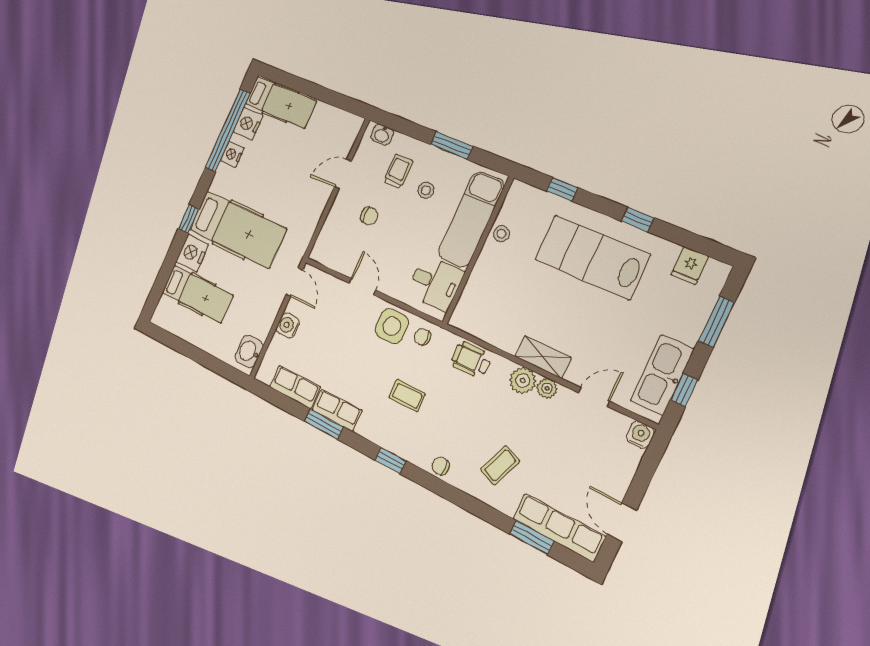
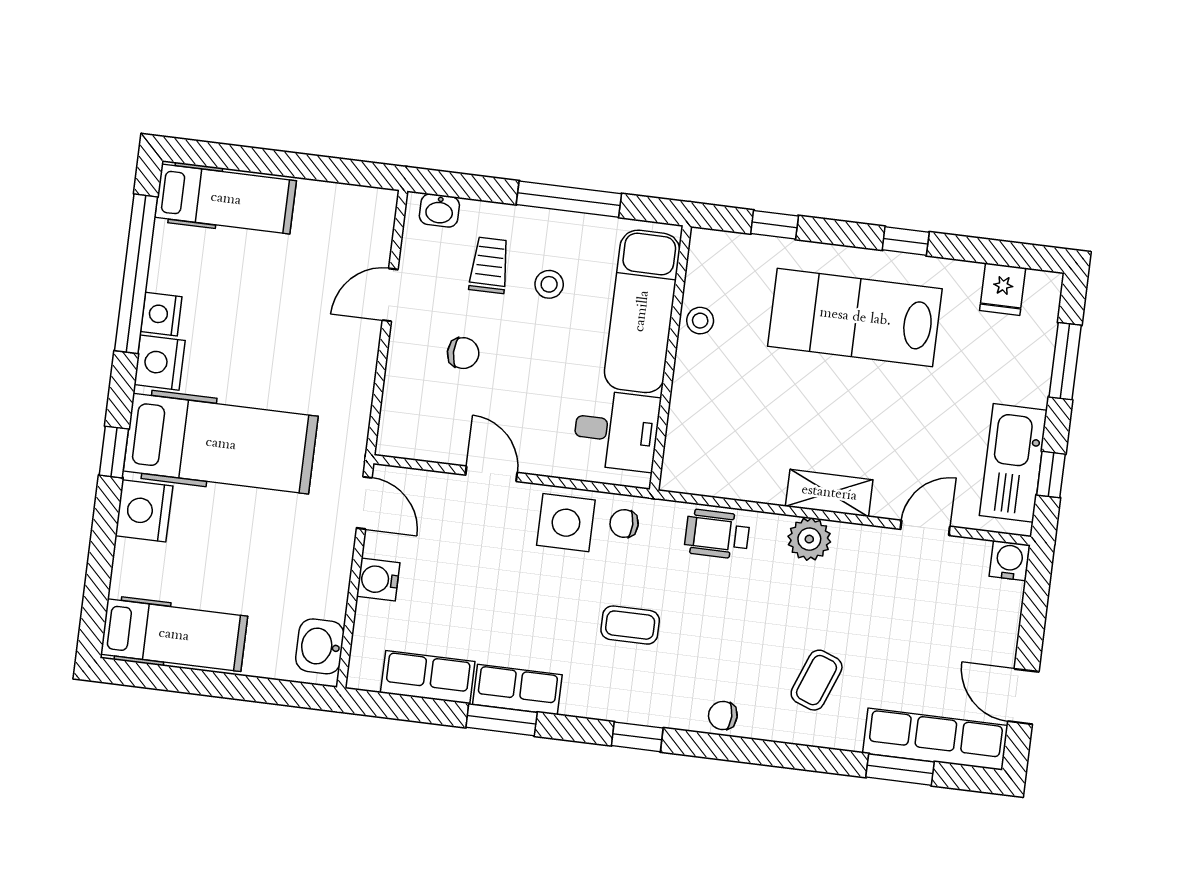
nightstand: (248, 124) -> (160, 363), moved
window: (452, 145) -> (569, 199), width x1.44
hospital bed: (197, 294) -> (174, 635), moved
plant: (547, 388) -> (850, 539), removed

